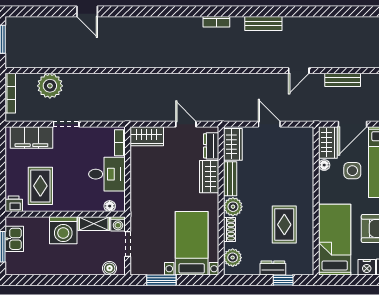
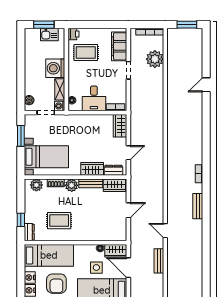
dresser: (273, 268) -> (29, 232), moved

